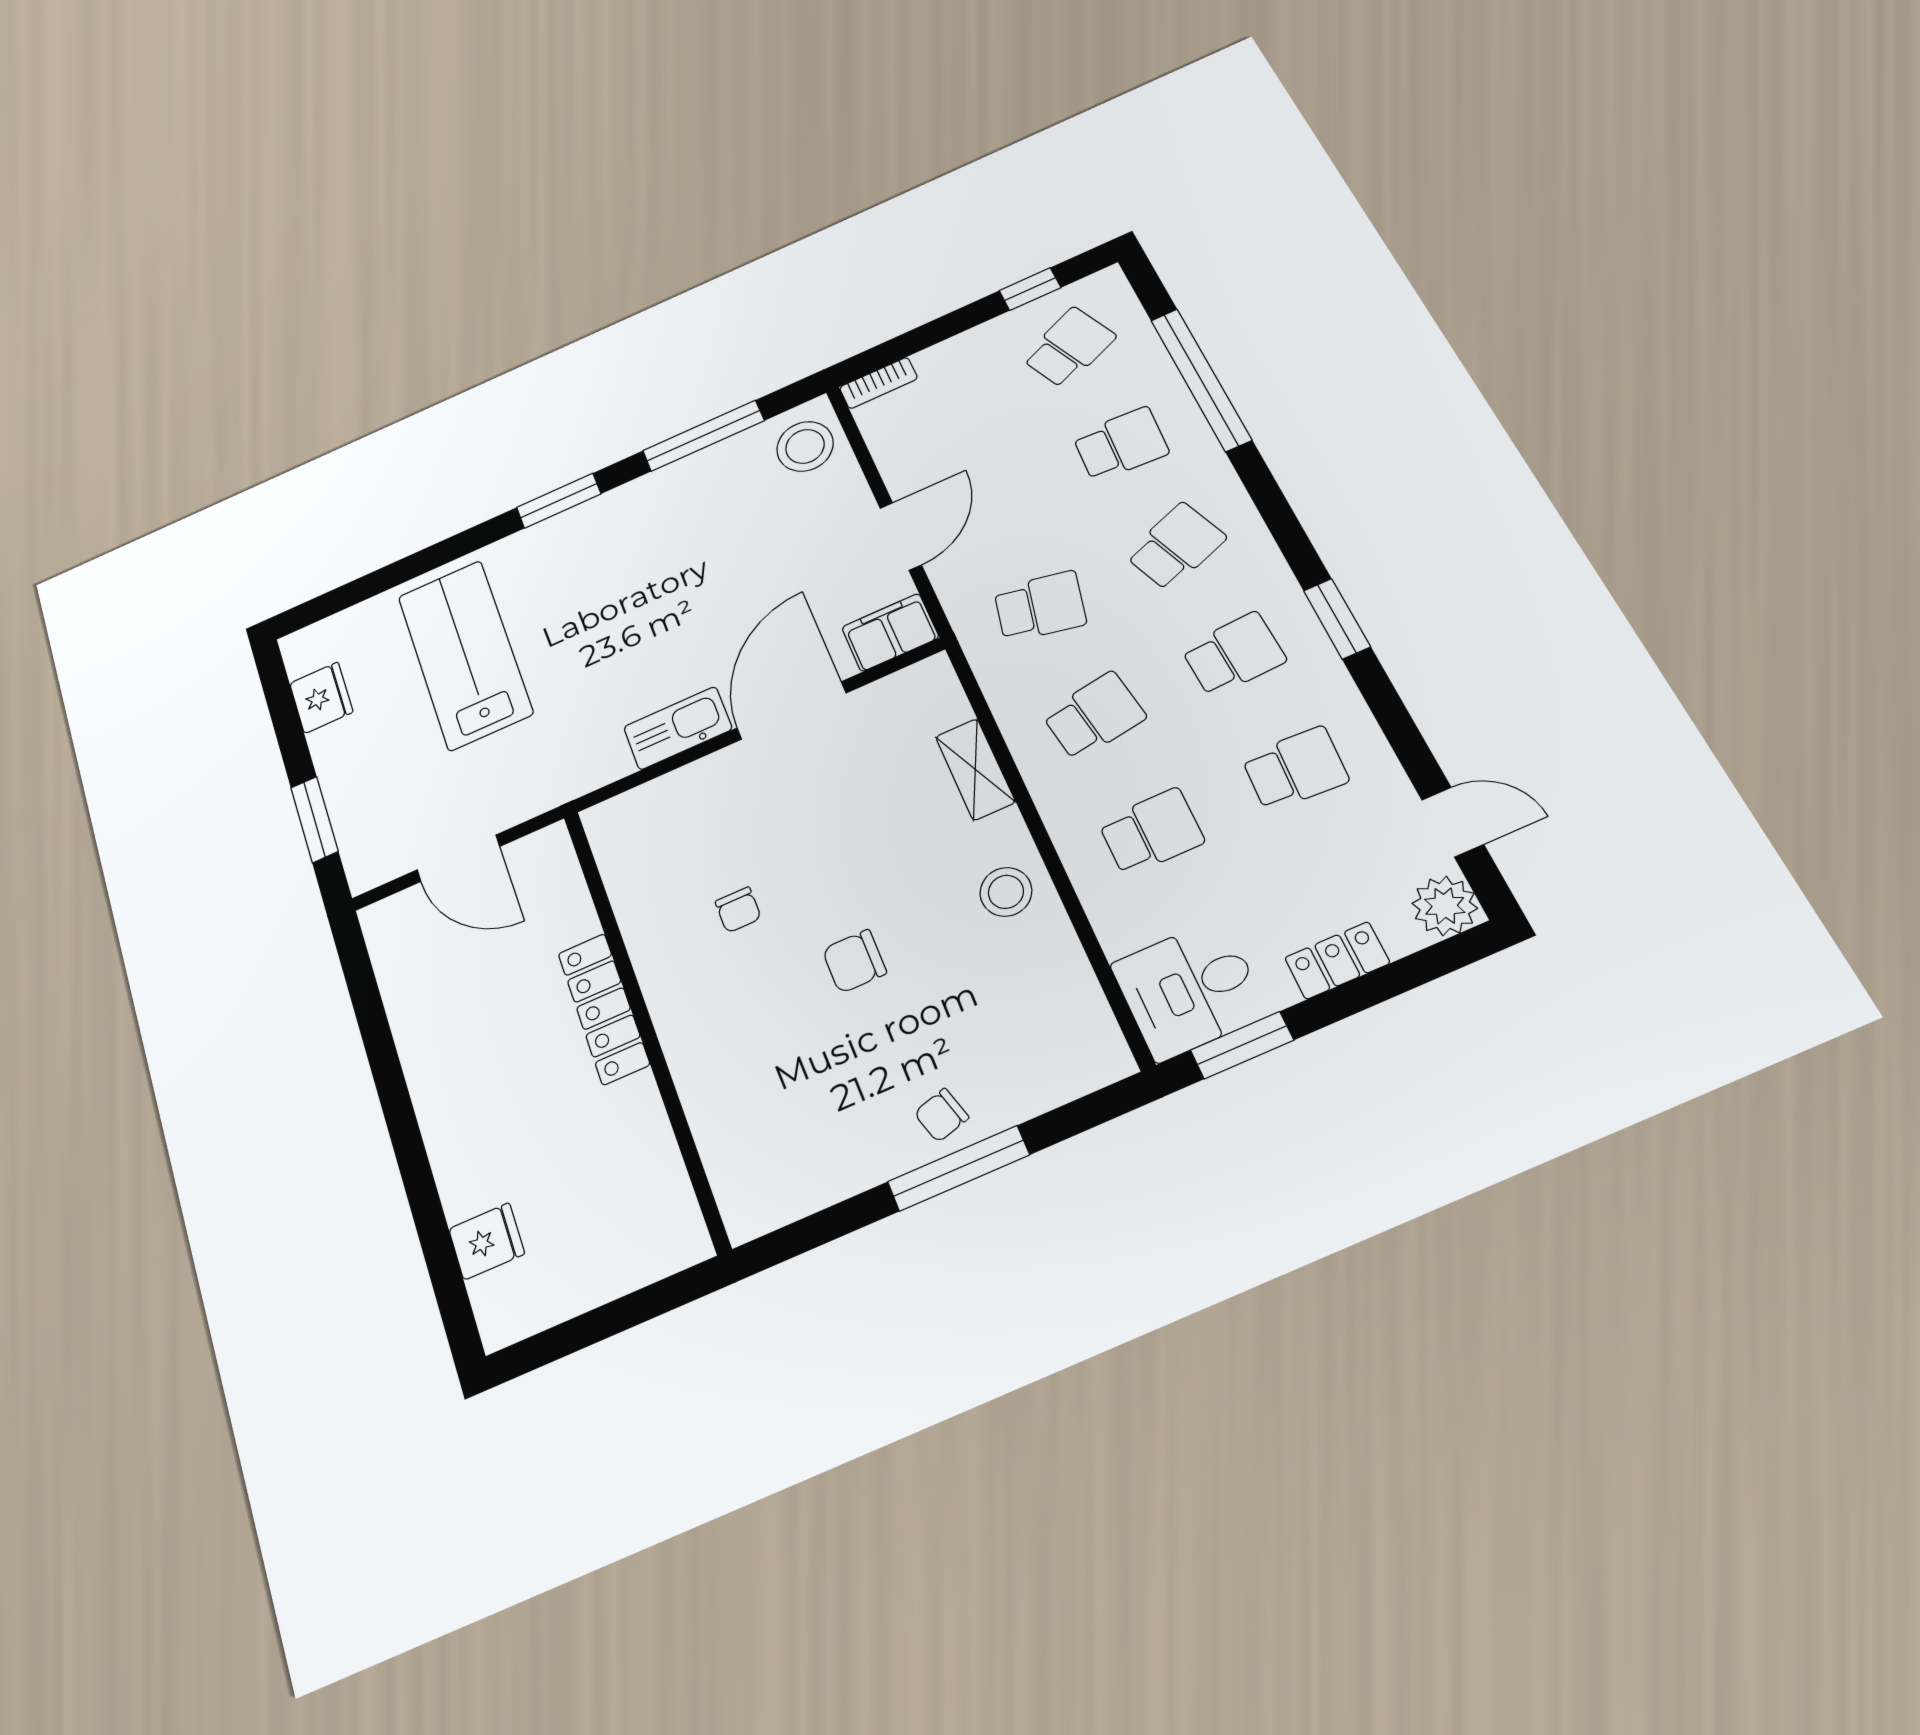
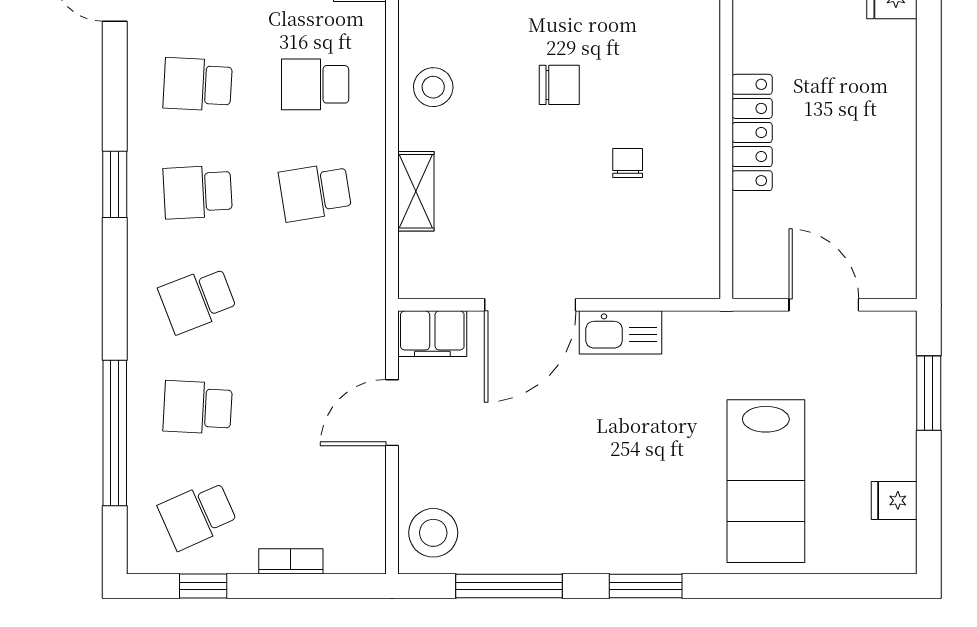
bookcase: (878, 383) -> (291, 561), moved
school desk: (1040, 607) -> (315, 300), removed
fridge: (321, 698) -> (894, 500), width x0.72

